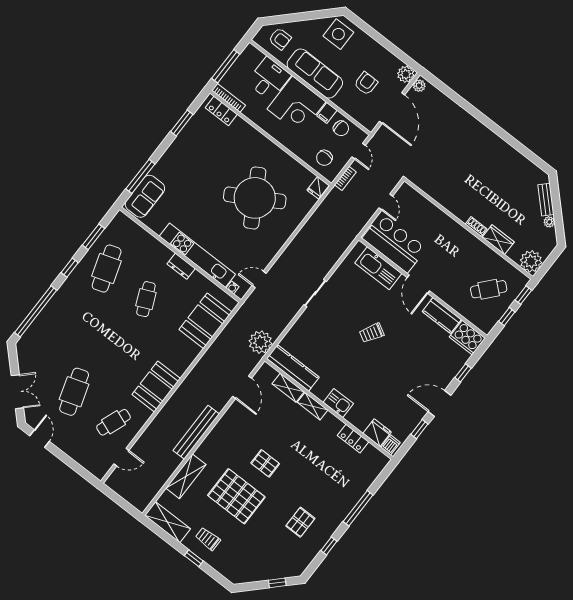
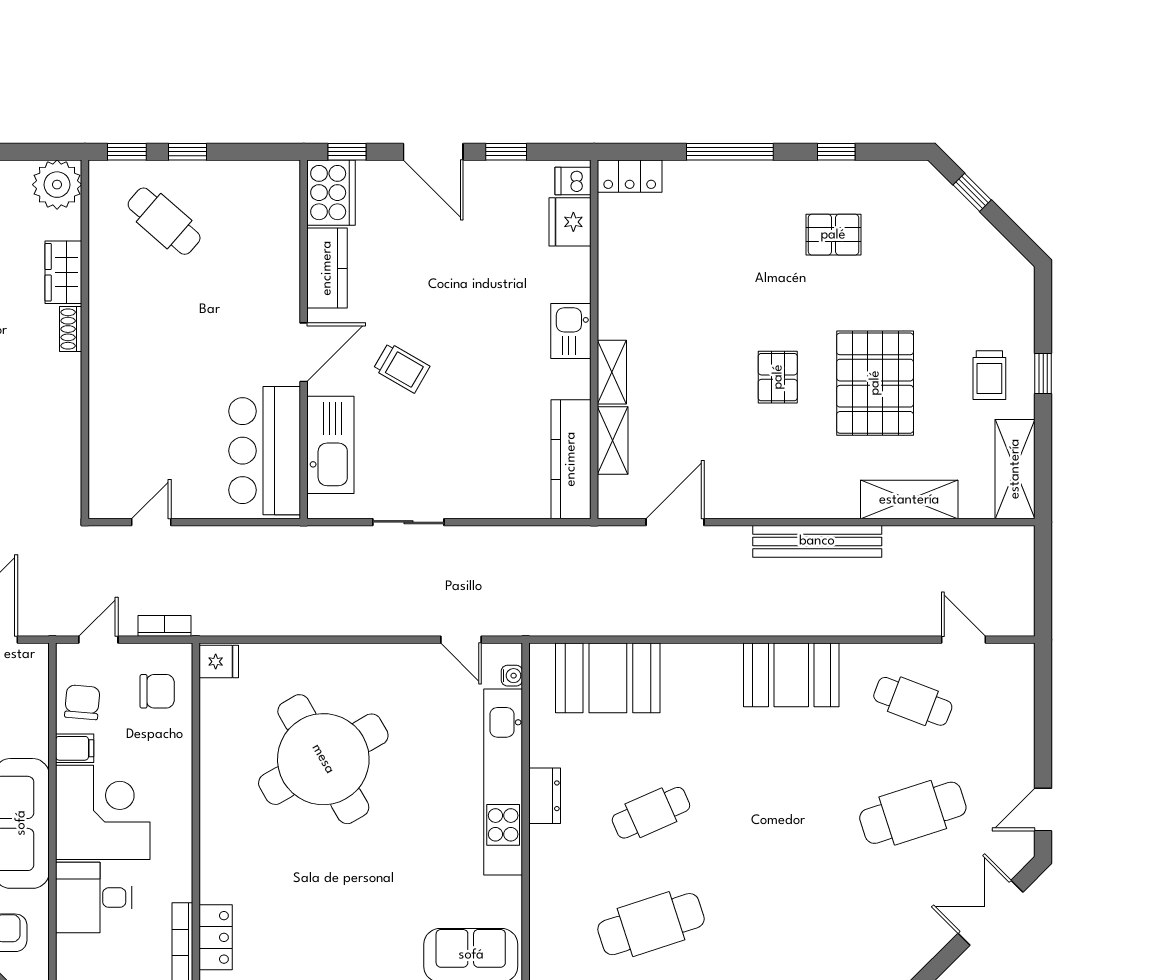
bar counter: (394, 243) -> (265, 451), moved
kitchen sink: (378, 268) -> (330, 445), moved
door: (418, 284) -> (304, 352), moved
wall: (423, 288) -> (304, 339), moved
kitchen counter: (442, 315) -> (327, 268), moved
cooker: (467, 338) -> (331, 193), moved
plant: (260, 342) -> (570, 551), removed
locker: (353, 439) -> (630, 176), moved, turned 90

